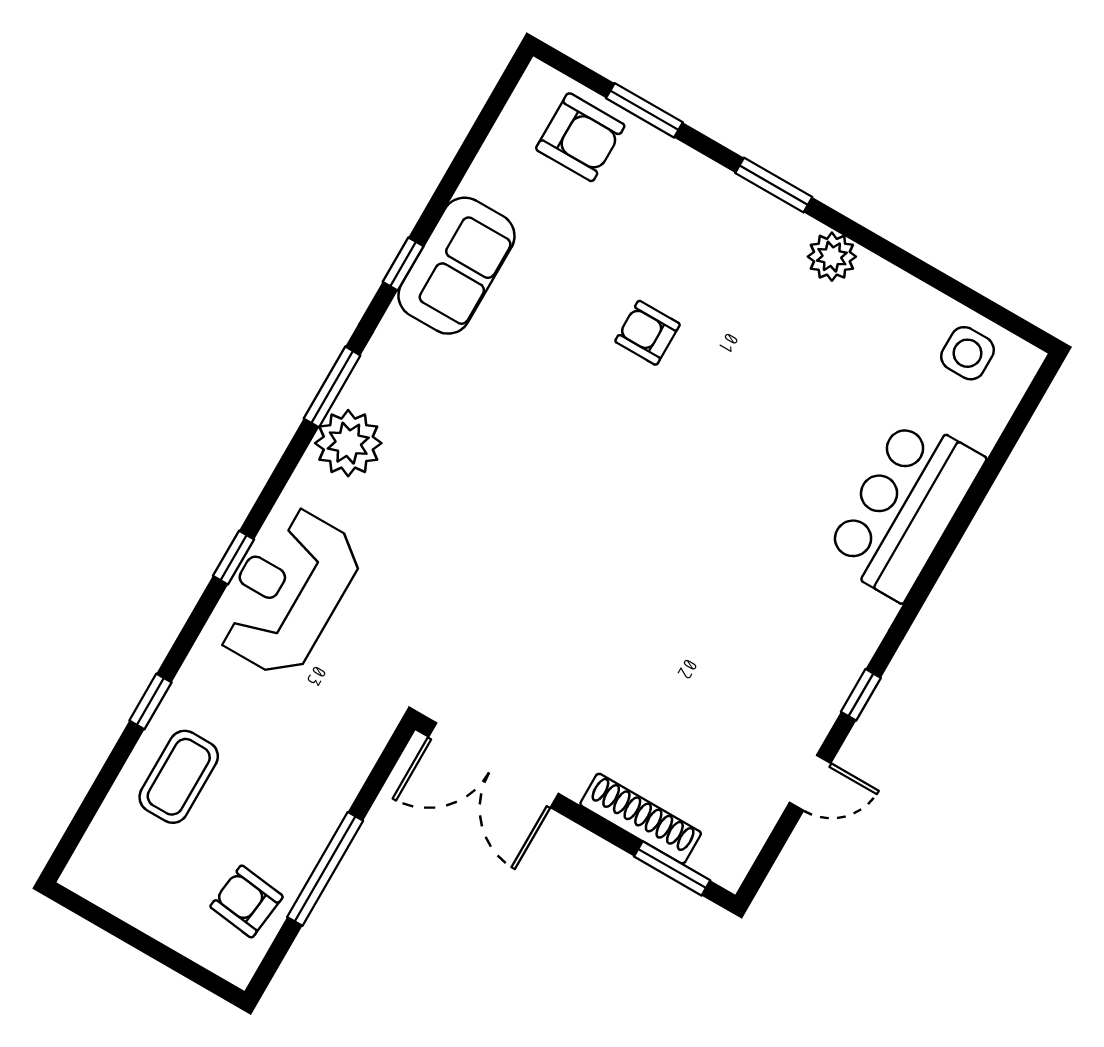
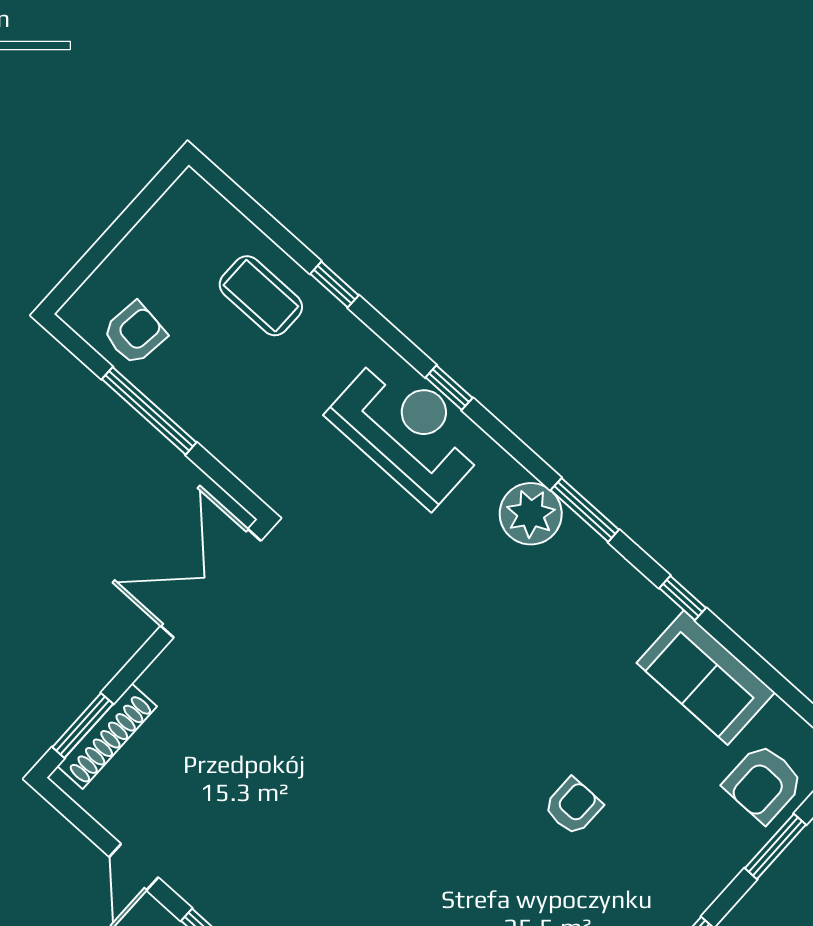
sofa: (456, 266) -> (706, 678), moved
shoe rack: (641, 819) -> (107, 736), moved

